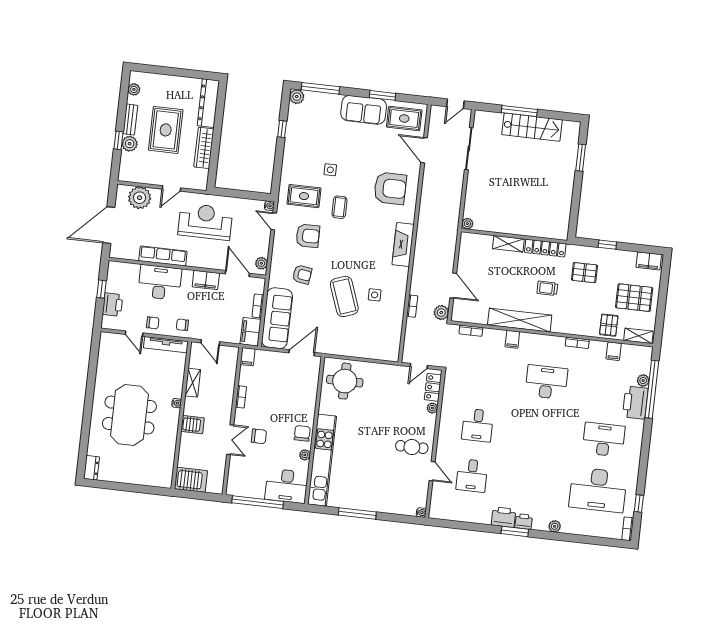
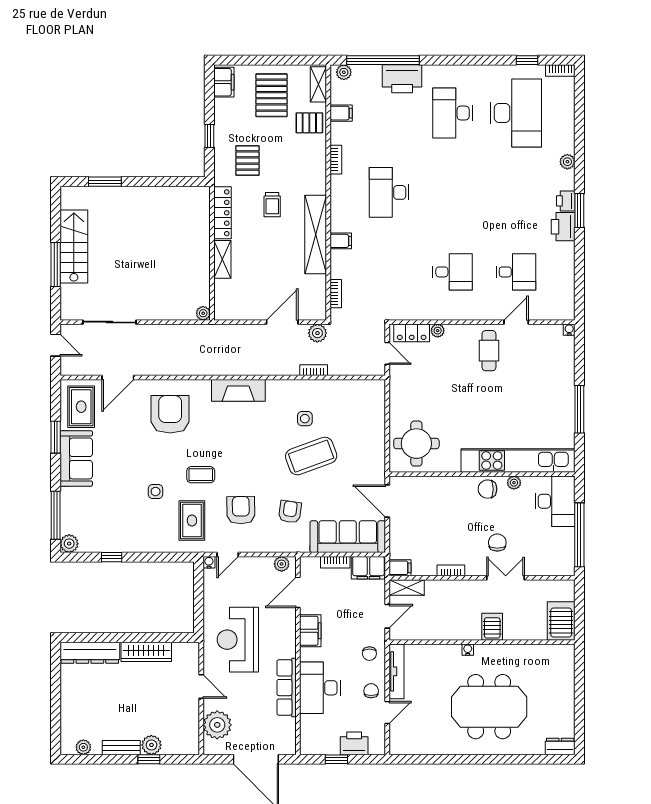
rug: (166, 130) -> (129, 702), removed
plant: (643, 380) -> (344, 72), moved
shelving: (193, 383) -> (407, 587), moved

